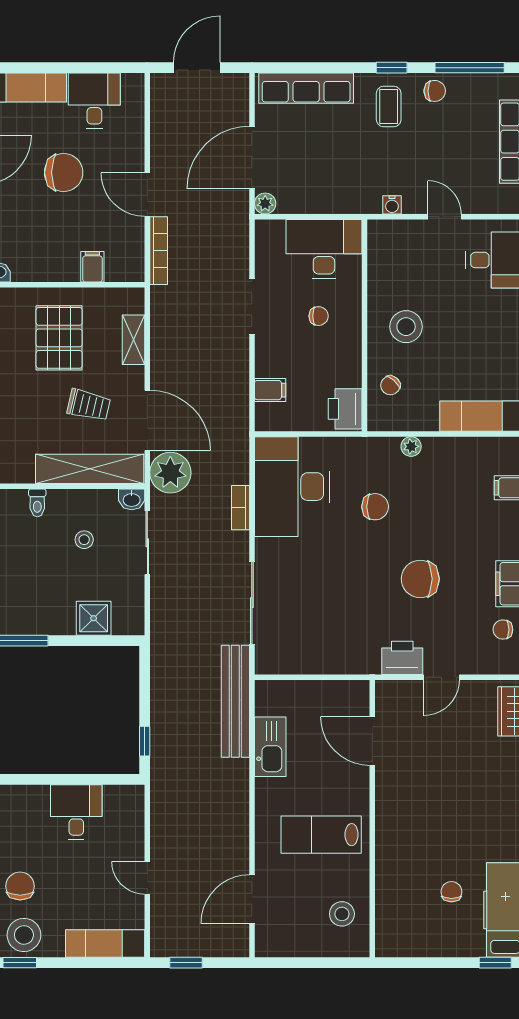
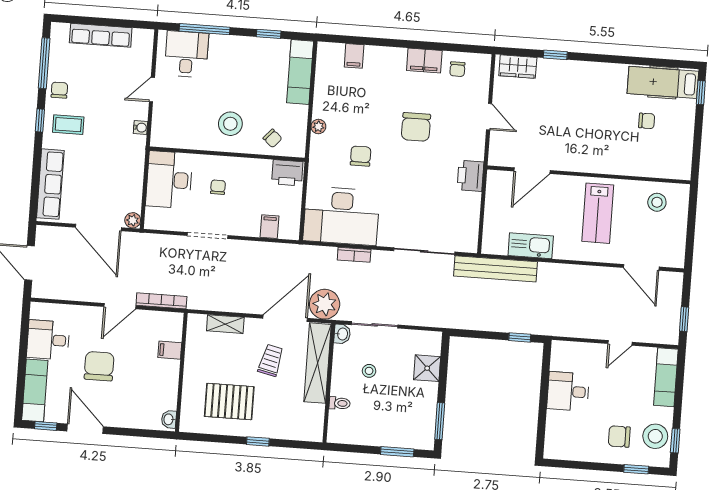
pallet: (59, 338) -> (229, 402), moved
printer: (402, 658) -> (470, 176), moved
chair: (451, 892) -> (647, 121), turned 180

